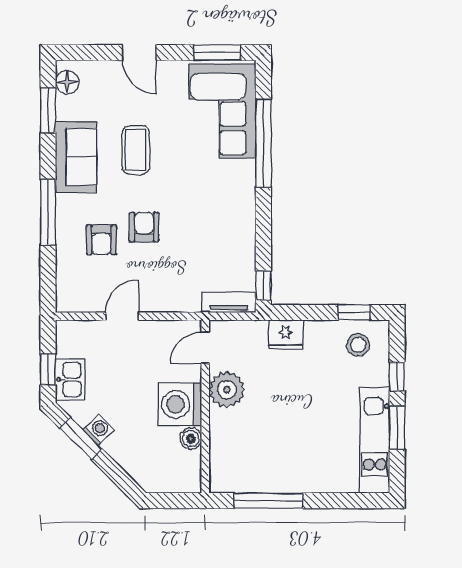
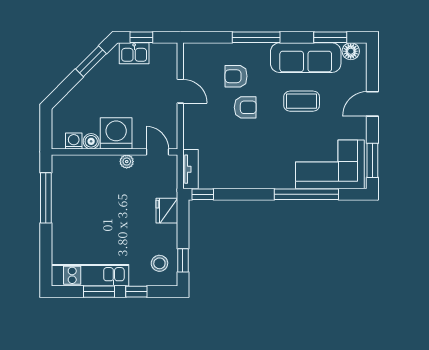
sofa: (76, 157) -> (306, 58), width x1.36
plant: (227, 390) -> (127, 162), width x0.53, depth x0.53
washing machine: (98, 430) -> (74, 141), moved, turned -135

